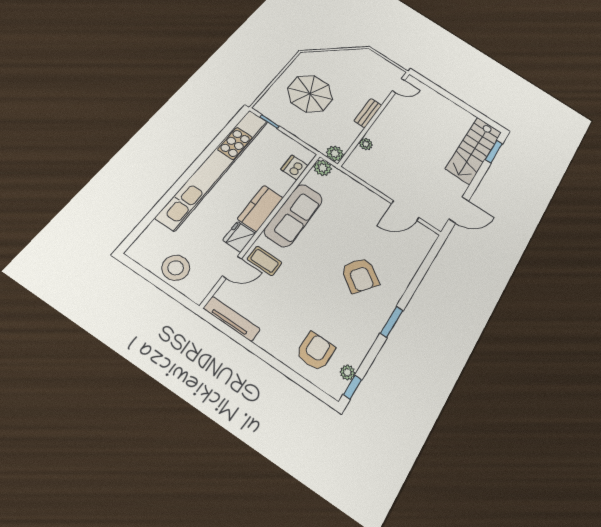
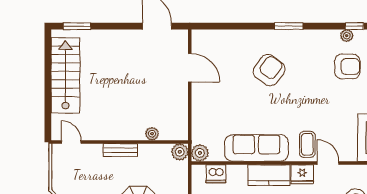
stairs: (474, 150) -> (65, 75), moved, turned -90
armchair: (316, 351) -> (347, 66), turned 180

